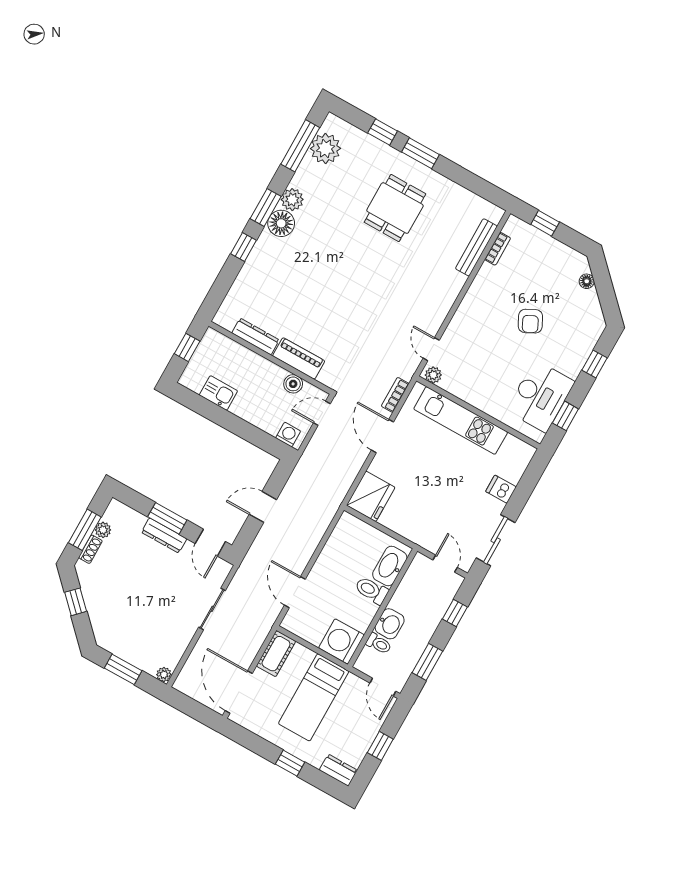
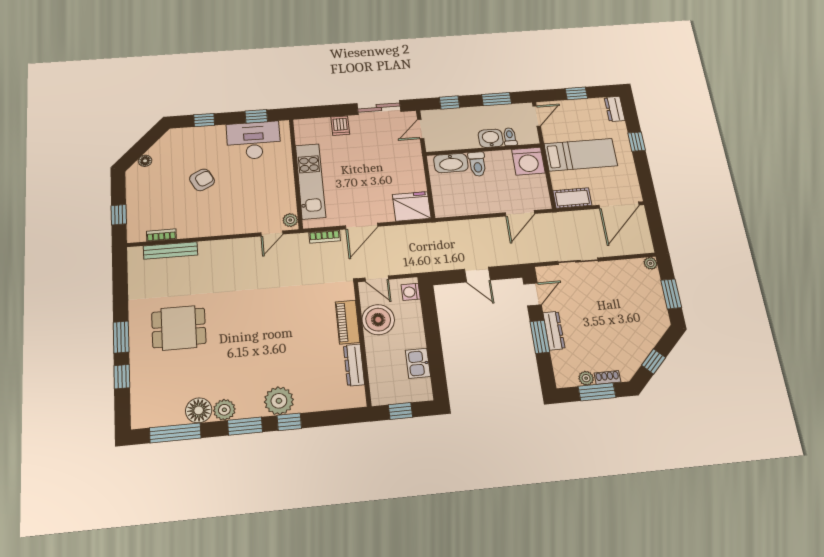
plant: (325, 149) -> (279, 401), moved
floor lamp: (281, 223) -> (199, 410), moved
boiler: (293, 384) -> (378, 320), width x1.86, depth x1.86

